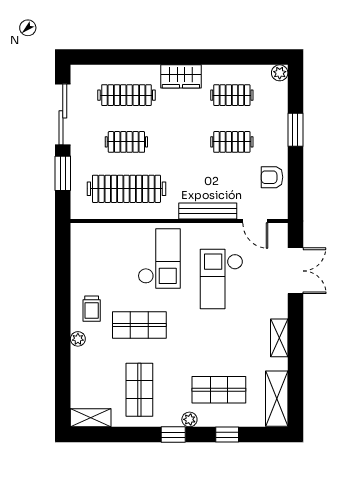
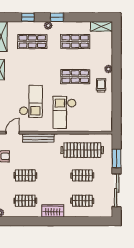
clothes rail: (126, 95) -> (82, 201), width x0.73
door: (255, 221) -> (13, 133), hinge flipped
shop shelf: (139, 390) -> (75, 42), turned 90

